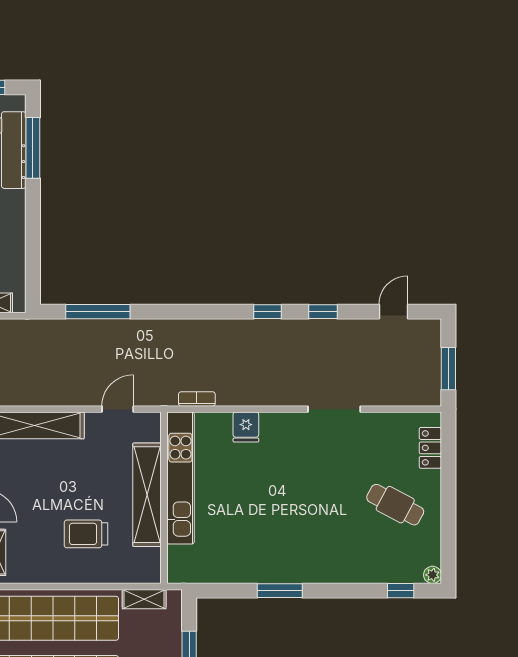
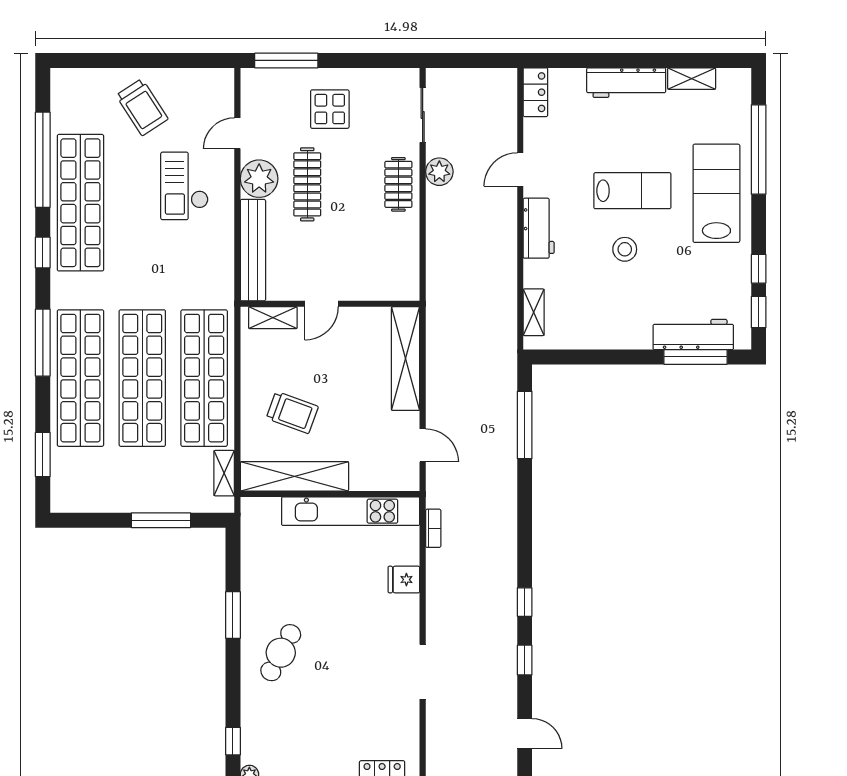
shelving: (147, 495) -> (294, 476), moved
cafe table: (395, 505) -> (281, 653), moved
trolley: (86, 534) -> (292, 412), turned 110

